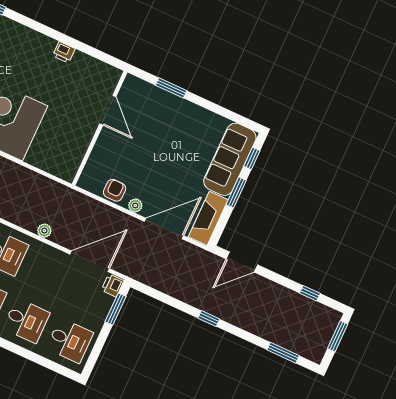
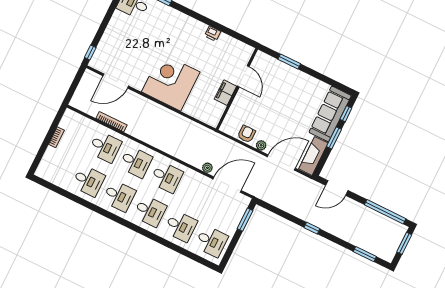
filing cabinet: (84, 134) -> (225, 93), added
plant: (44, 231) -> (207, 168), moved
printer: (113, 285) -> (243, 202), removed
window: (310, 293) -> (385, 212), width x3.17

